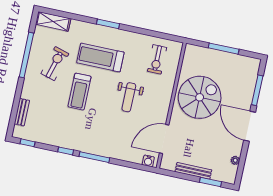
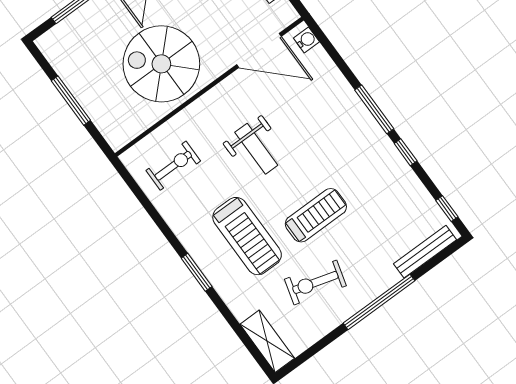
window: (26, 55) -> (379, 302), moved
weight bench: (129, 97) -> (256, 149), turned 90
bench: (22, 112) -> (425, 252), width x1.36

